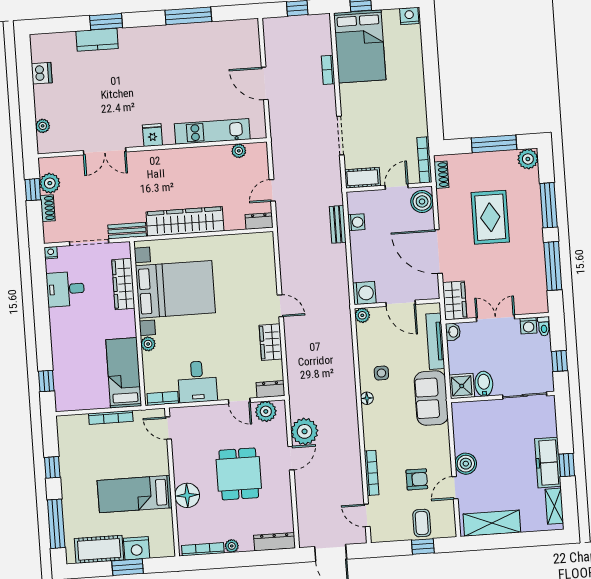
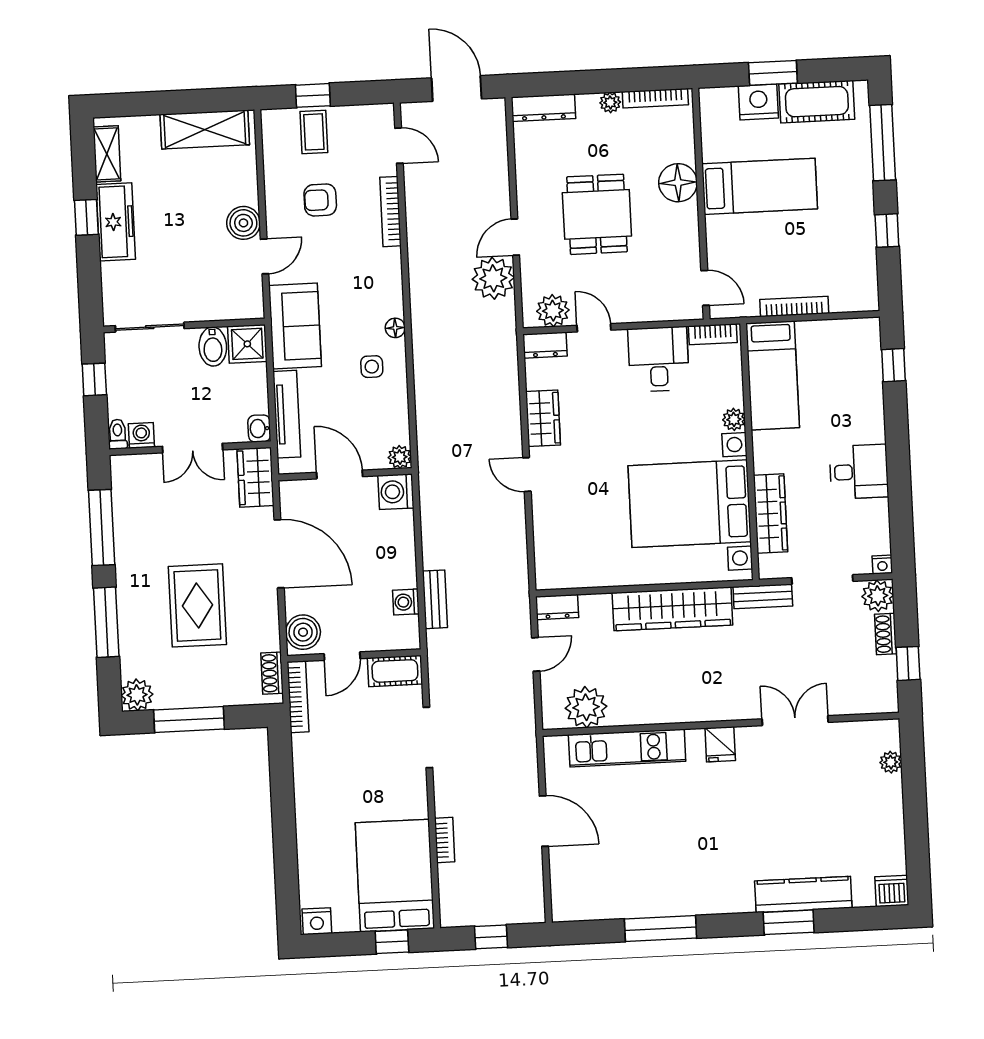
kitchen counter: (97, 40) -> (803, 894), width x1.50
dishwasher: (42, 73) -> (892, 891), moved, turned 90
plant: (239, 151) -> (586, 707), width x1.88, depth x1.88
plant: (50, 183) -> (878, 596), moved
desk: (65, 289) -> (859, 472), moved
door: (455, 488) -> (265, 256), moved

